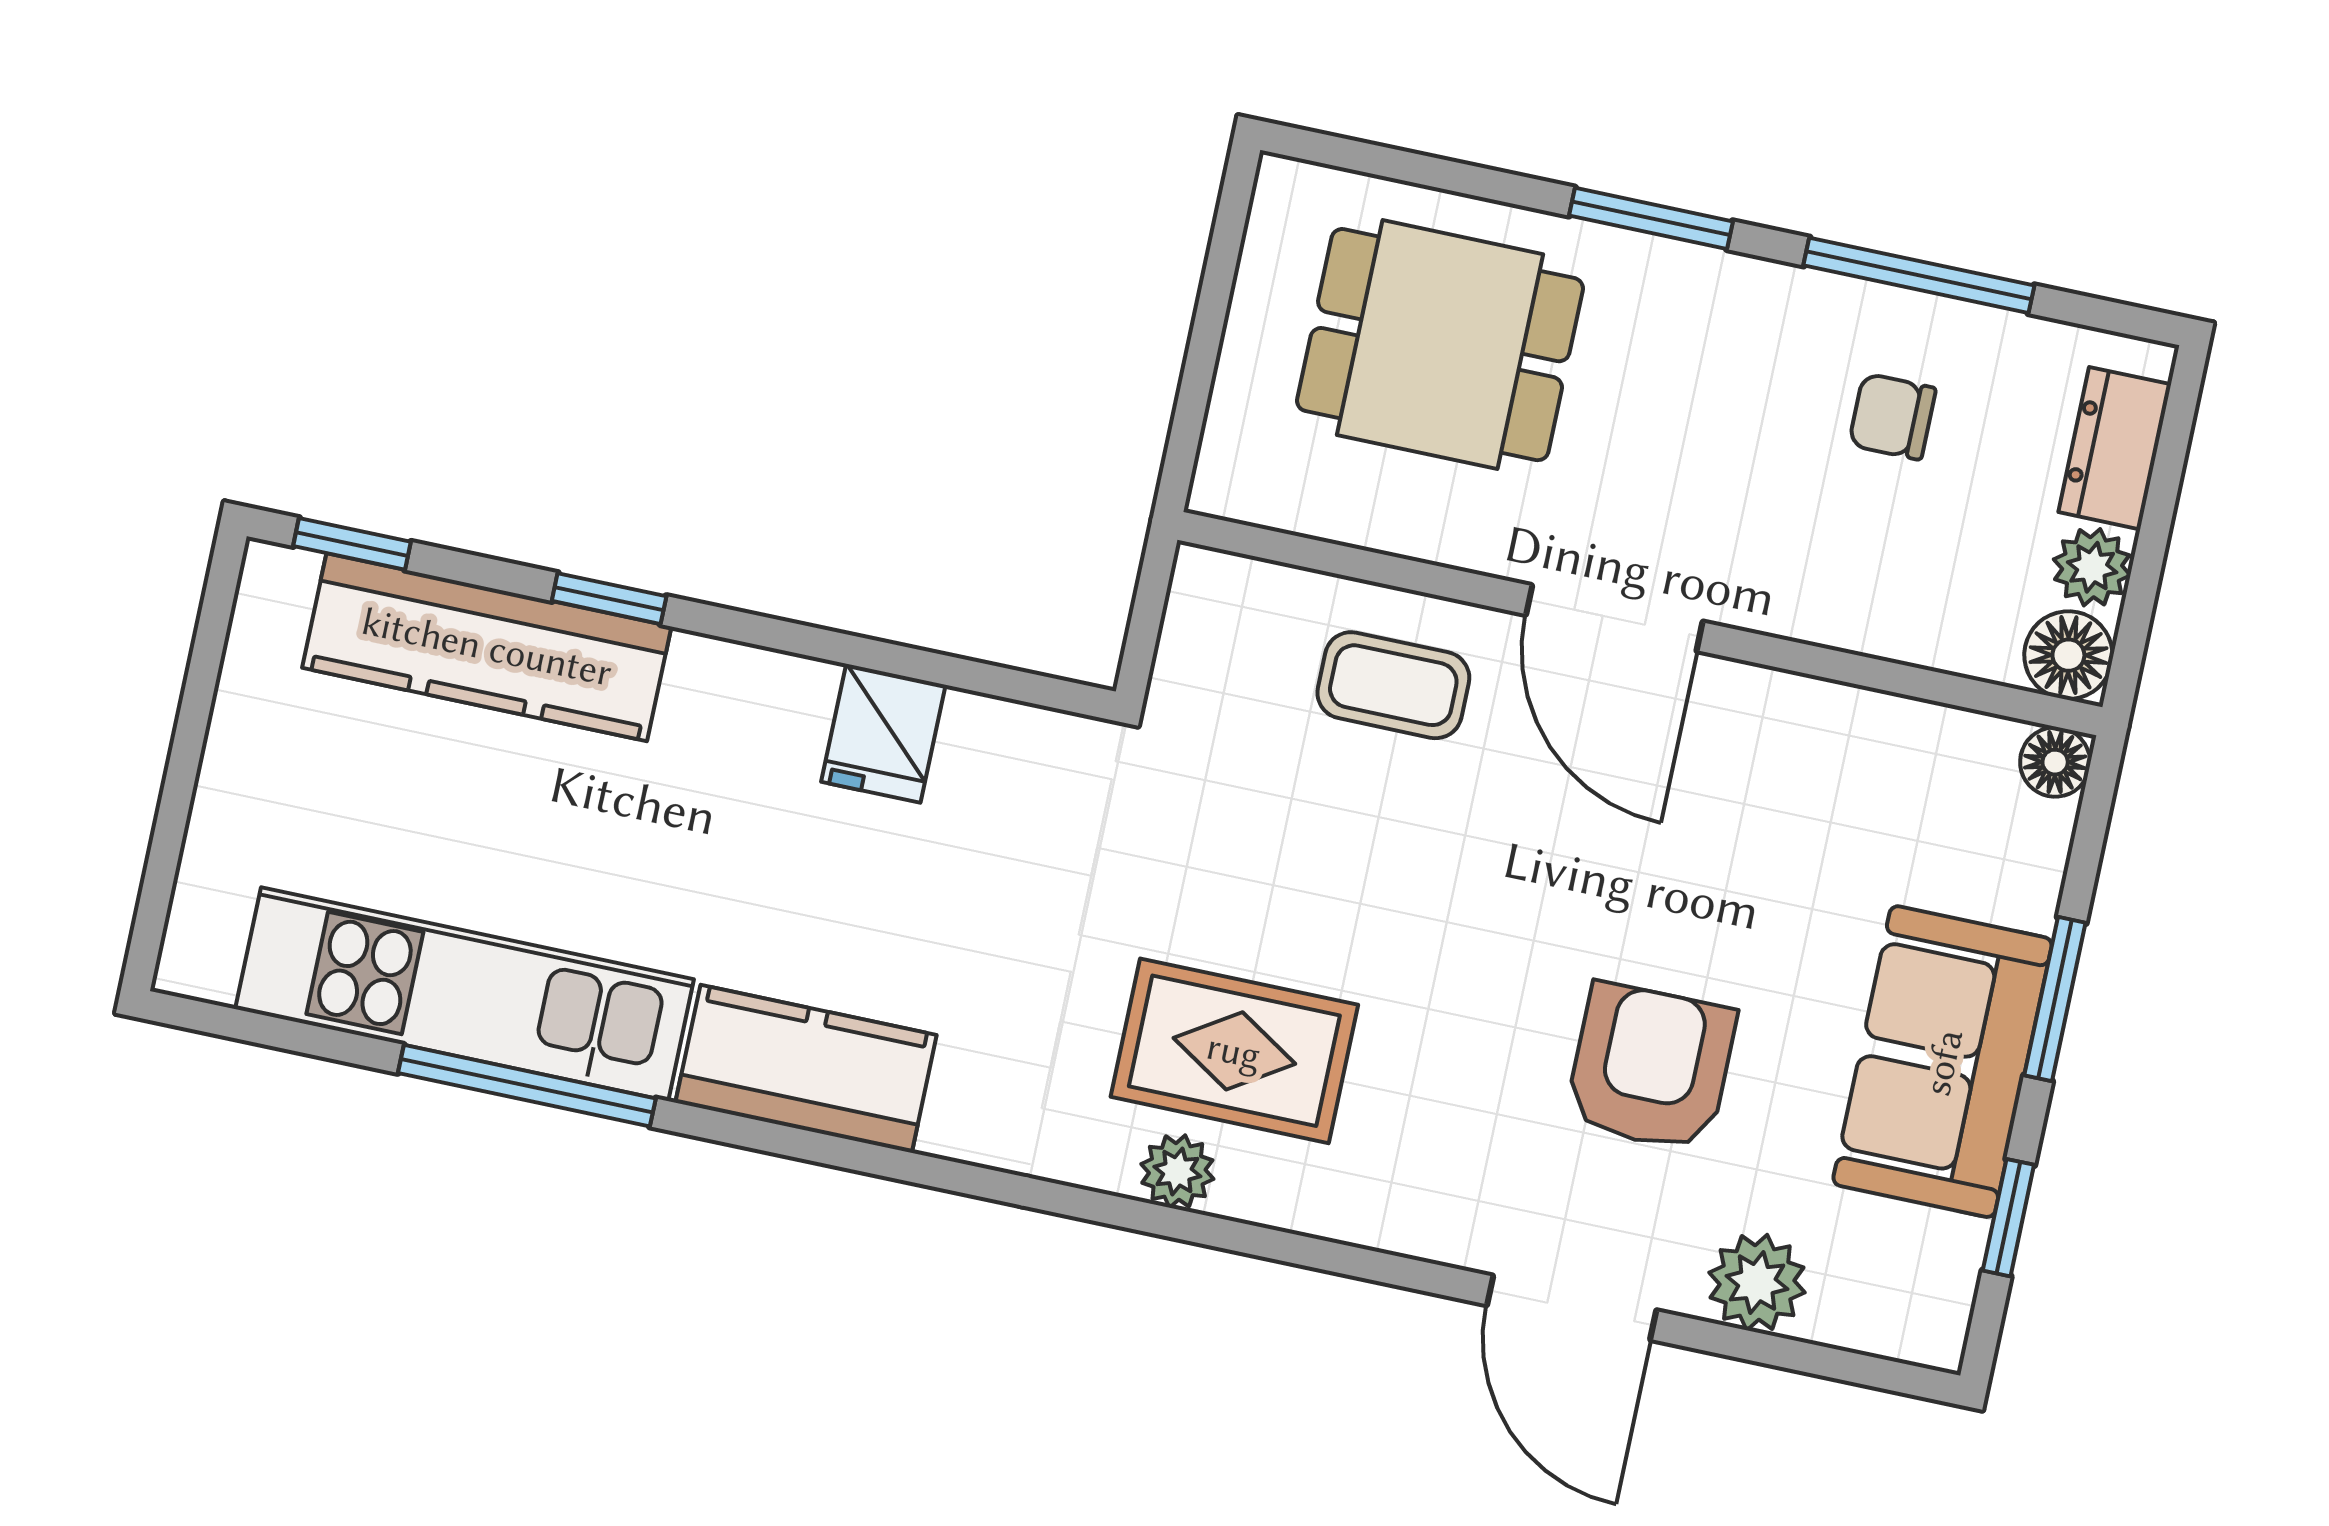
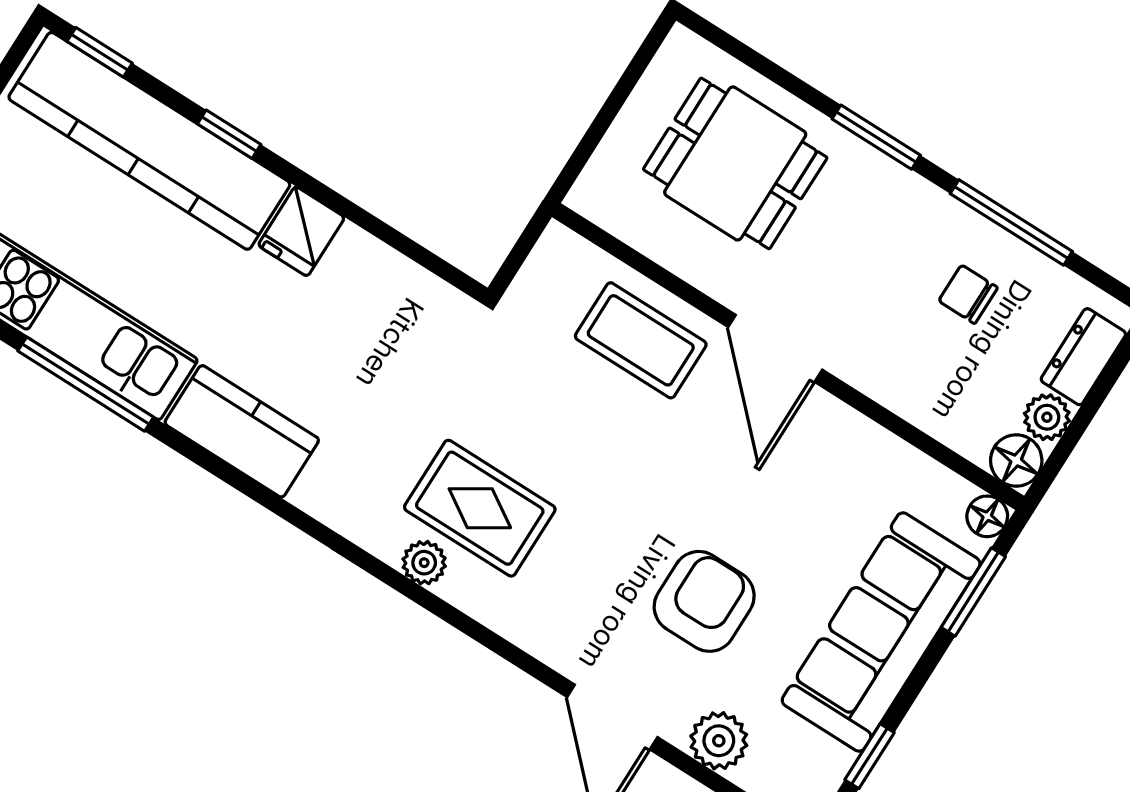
kitchen counter: (487, 647) -> (149, 141), width x1.39, depth x1.17
coffee table: (1393, 685) -> (641, 340), width x1.36, depth x1.30
fridge: (883, 733) -> (301, 231), moved
window: (2055, 999) -> (973, 592), moved
sofa: (1943, 1062) -> (881, 632), width x1.36

